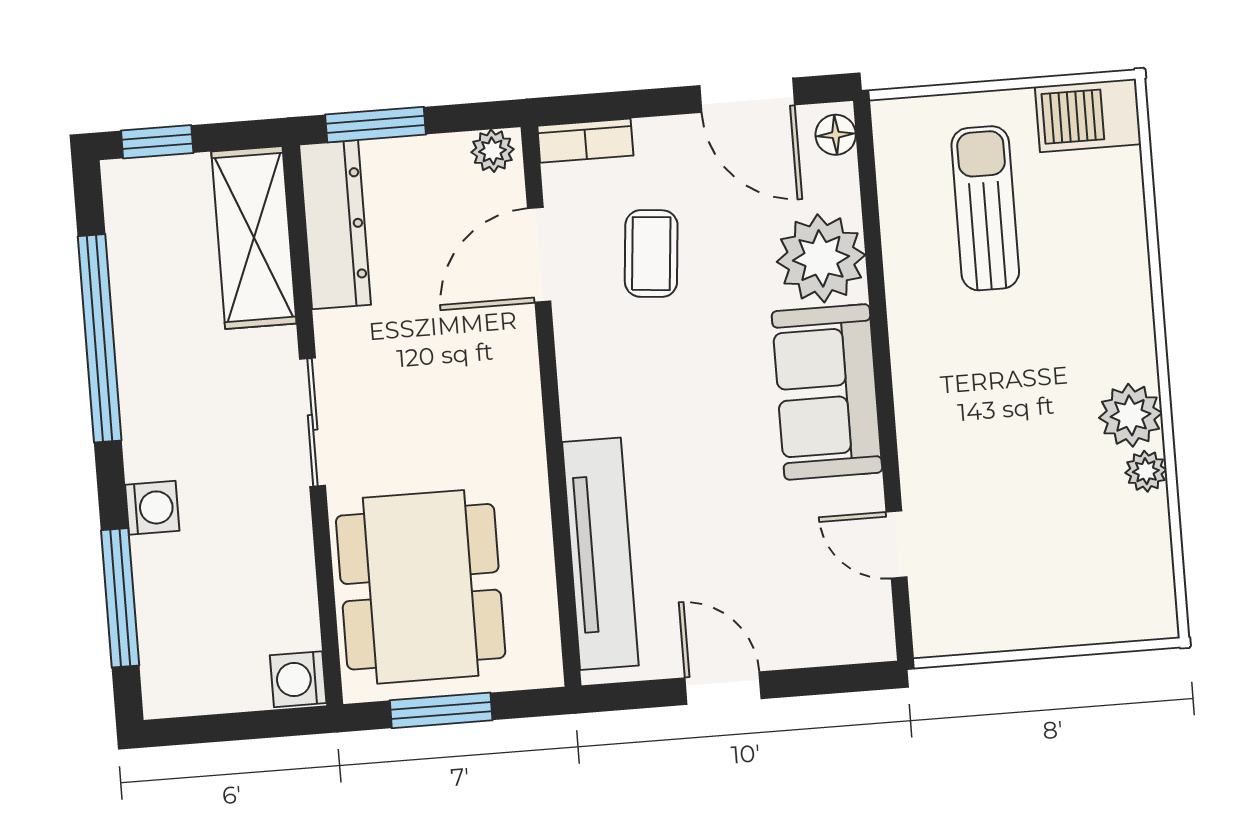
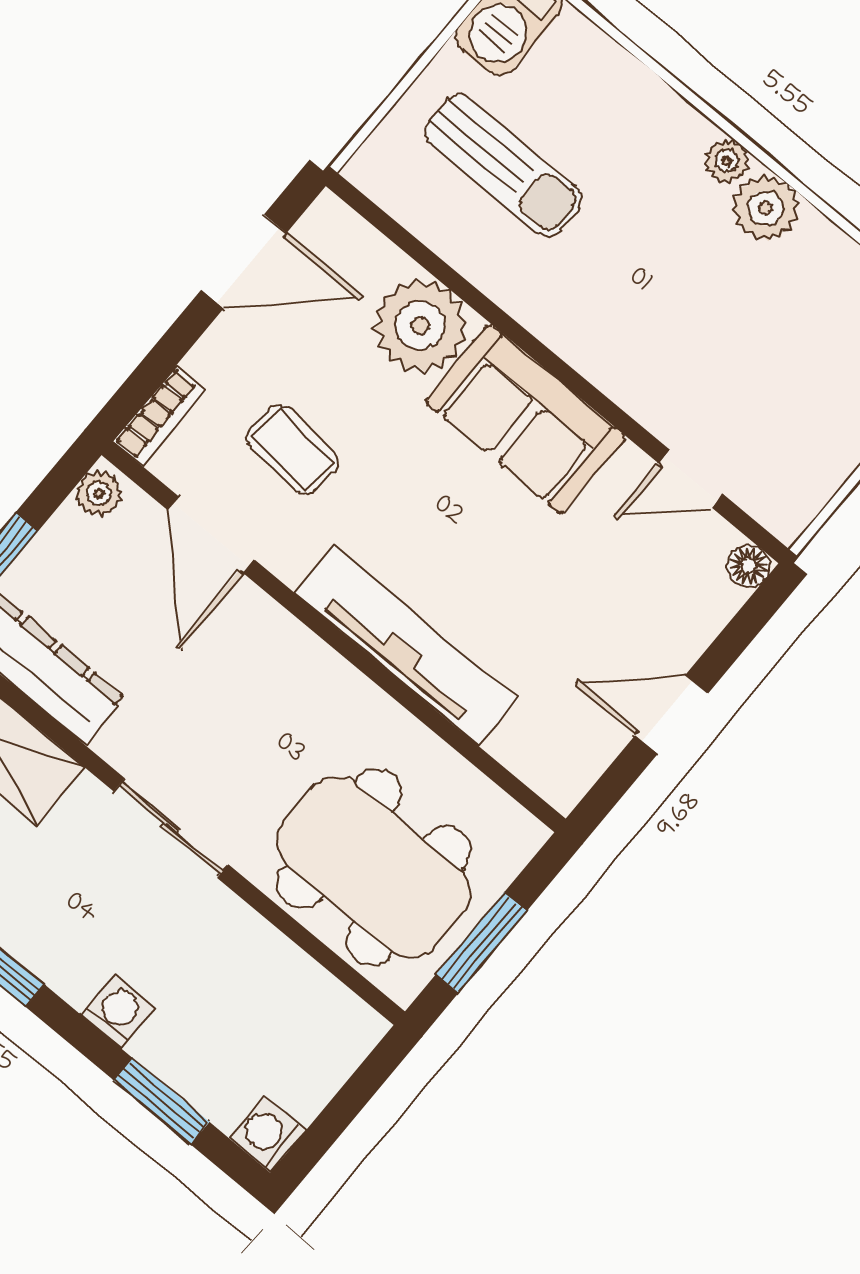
floor lamp: (836, 135) -> (749, 566), moved
sun lounger: (985, 208) -> (503, 165), turned 180
plant: (1146, 471) -> (727, 161), moved
tv unit: (600, 554) -> (406, 646), moved
window: (120, 598) -> (162, 1101), width x0.69
washing machine: (298, 679) -> (267, 1134), moved, turned 90

